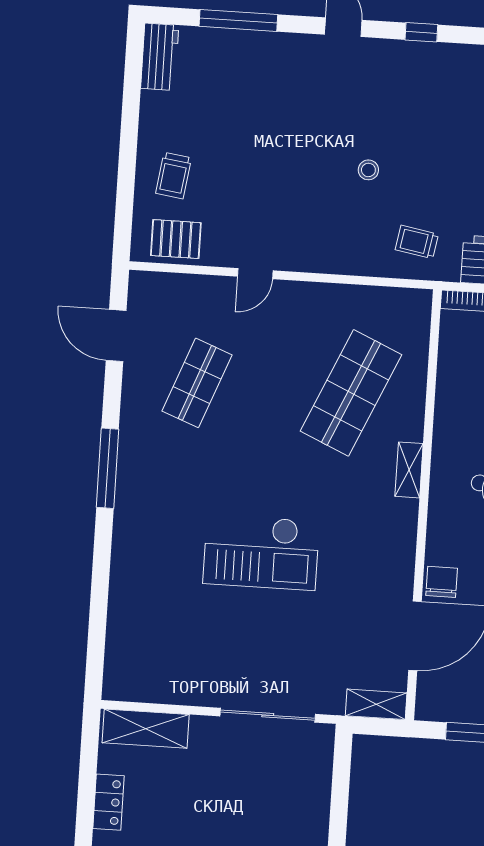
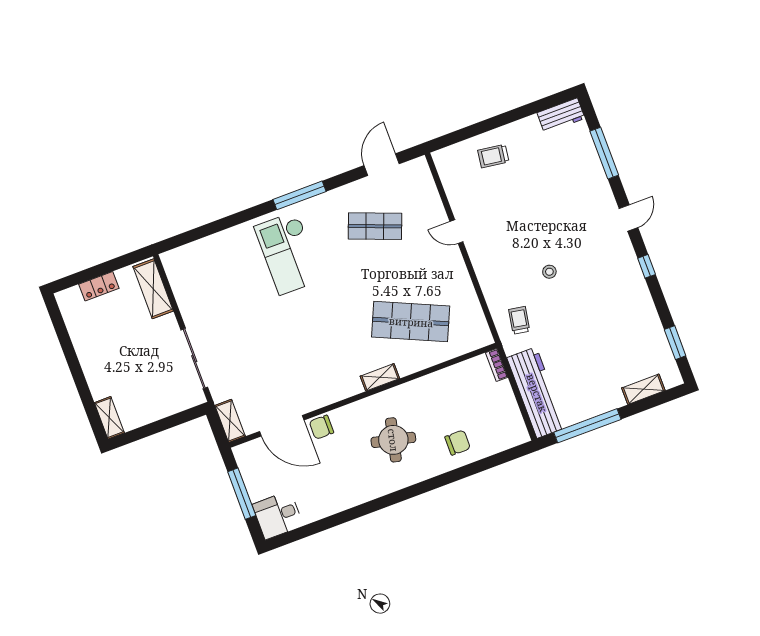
pallet: (176, 239) -> (456, 175), removed
checkout: (261, 552) -> (288, 253), moved
chair: (442, 582) -> (321, 427), turned 180

